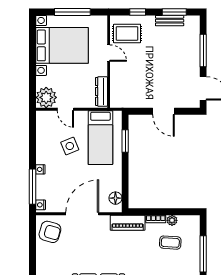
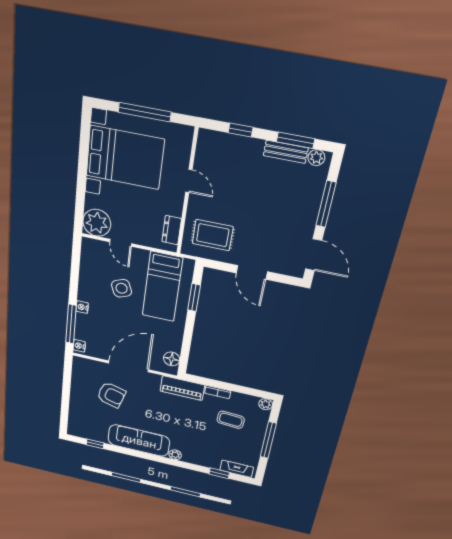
plant: (190, 21) -> (316, 158), added
rug: (127, 33) -> (213, 235), moved
dresser: (101, 91) -> (172, 230), width x0.70
plant: (172, 220) -> (266, 404), moved
armchair: (50, 232) -> (111, 395), moved

